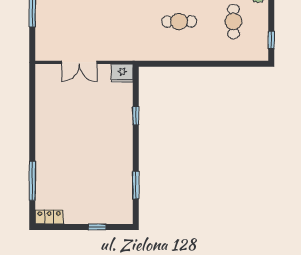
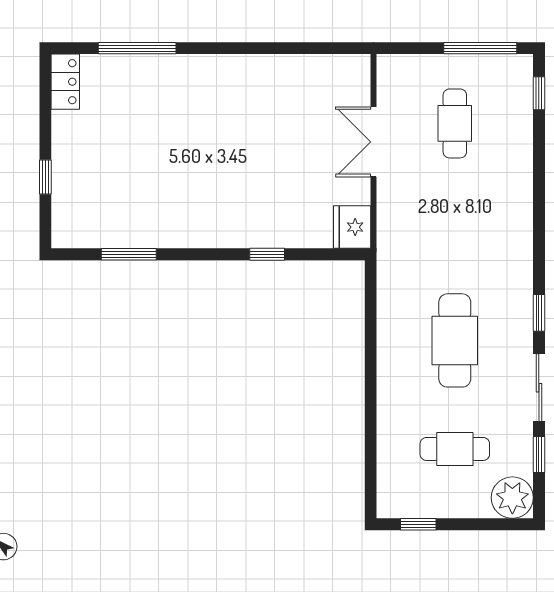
cafe table: (70, 22) -> (455, 123), added
cafe table: (179, 22) -> (455, 340), width x1.37, depth x1.35

